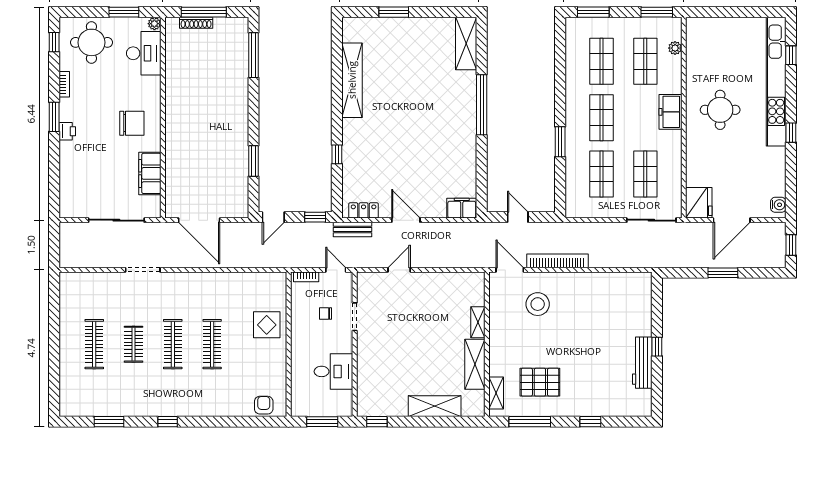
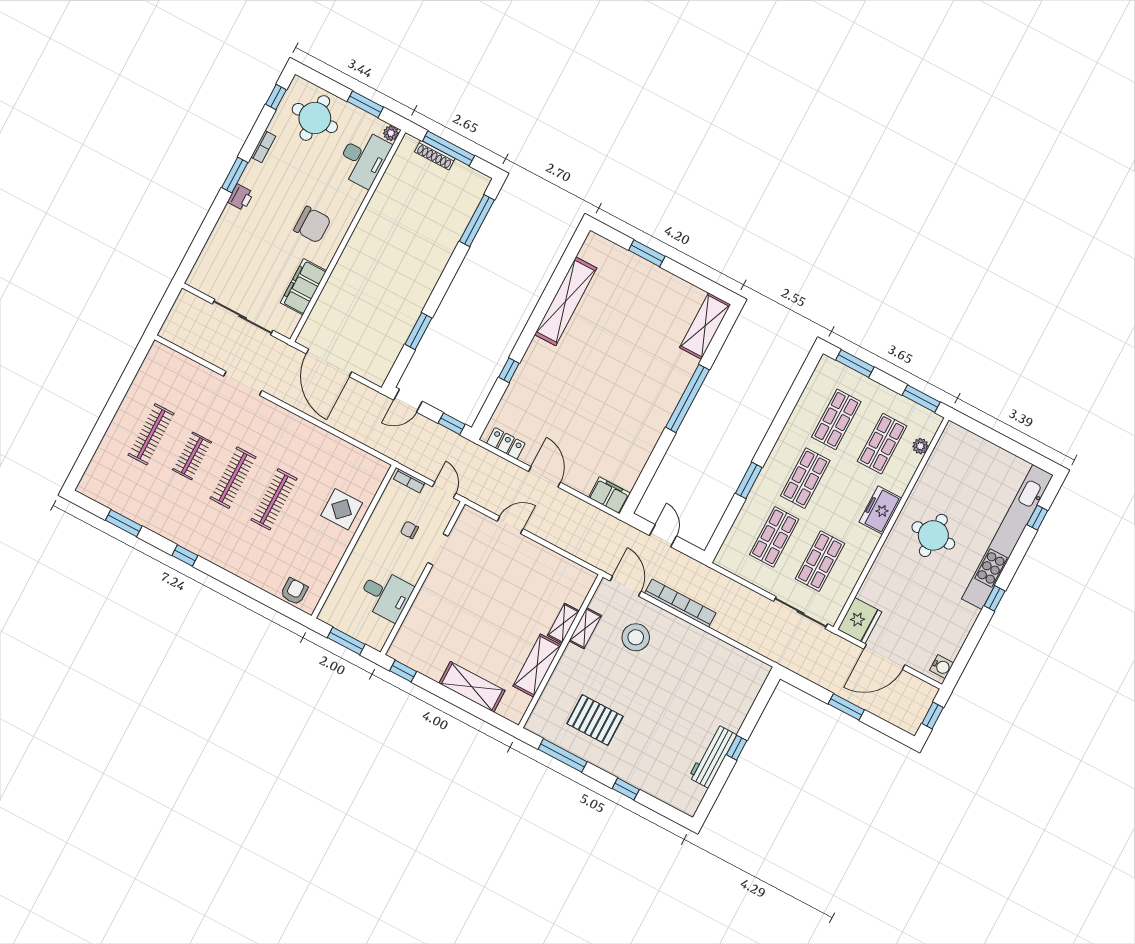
bench: (353, 230) -> (484, 457), removed
shelving: (496, 393) -> (585, 628), moved

